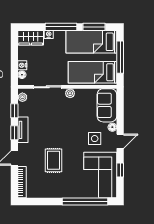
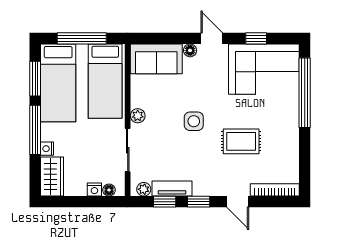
tv unit: (23, 130) -> (172, 189), moved
side table: (95, 139) -> (194, 121), moved

